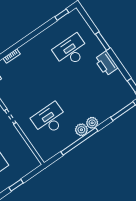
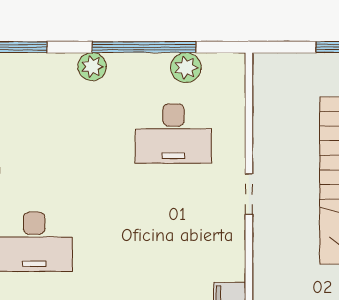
plant: (81, 130) -> (186, 68), moved

